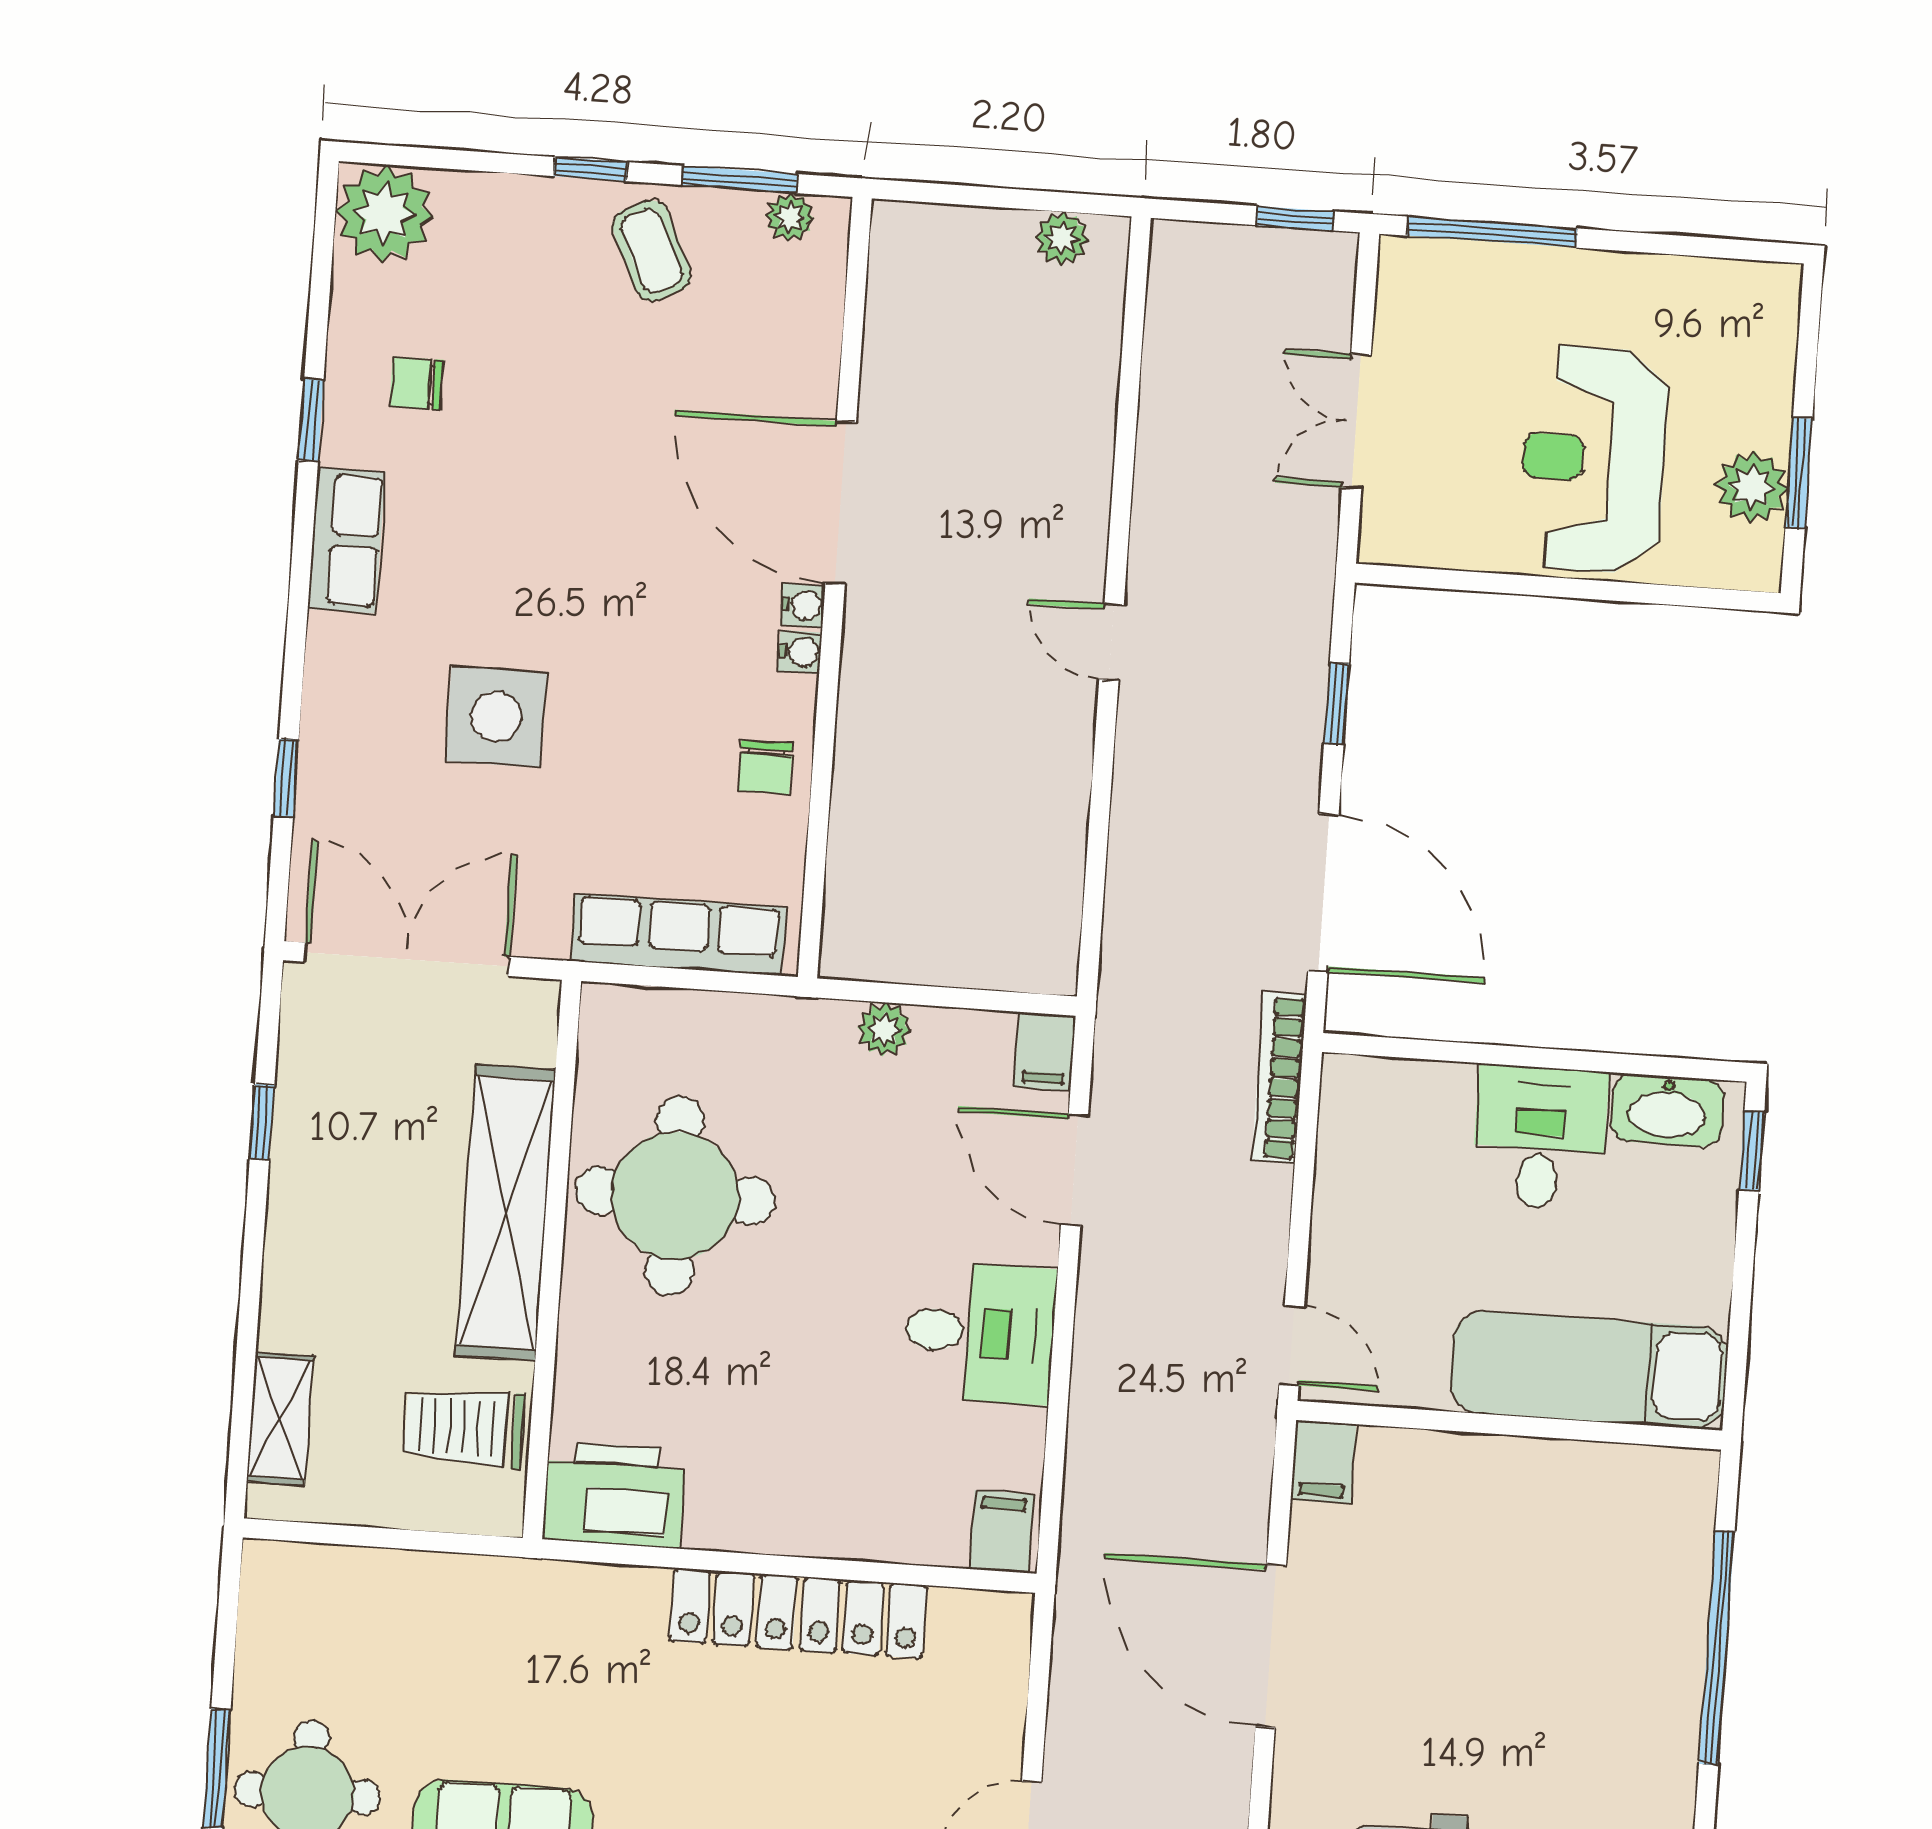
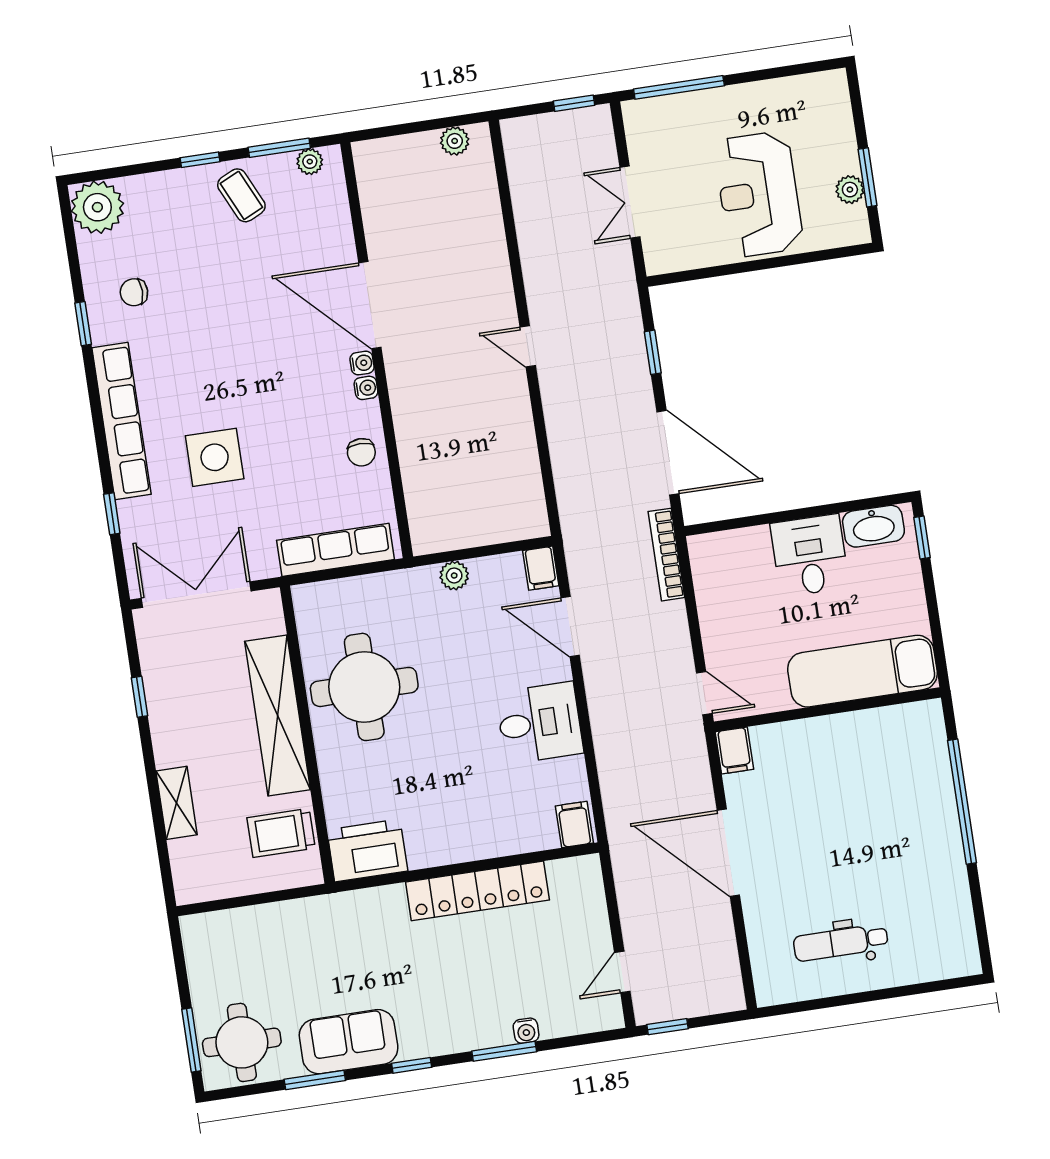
plant: (1752, 487) -> (850, 190), width x0.73, depth x0.73
row of seats: (346, 540) -> (121, 421), width x2.02
shelving: (280, 1419) -> (177, 803), moved

